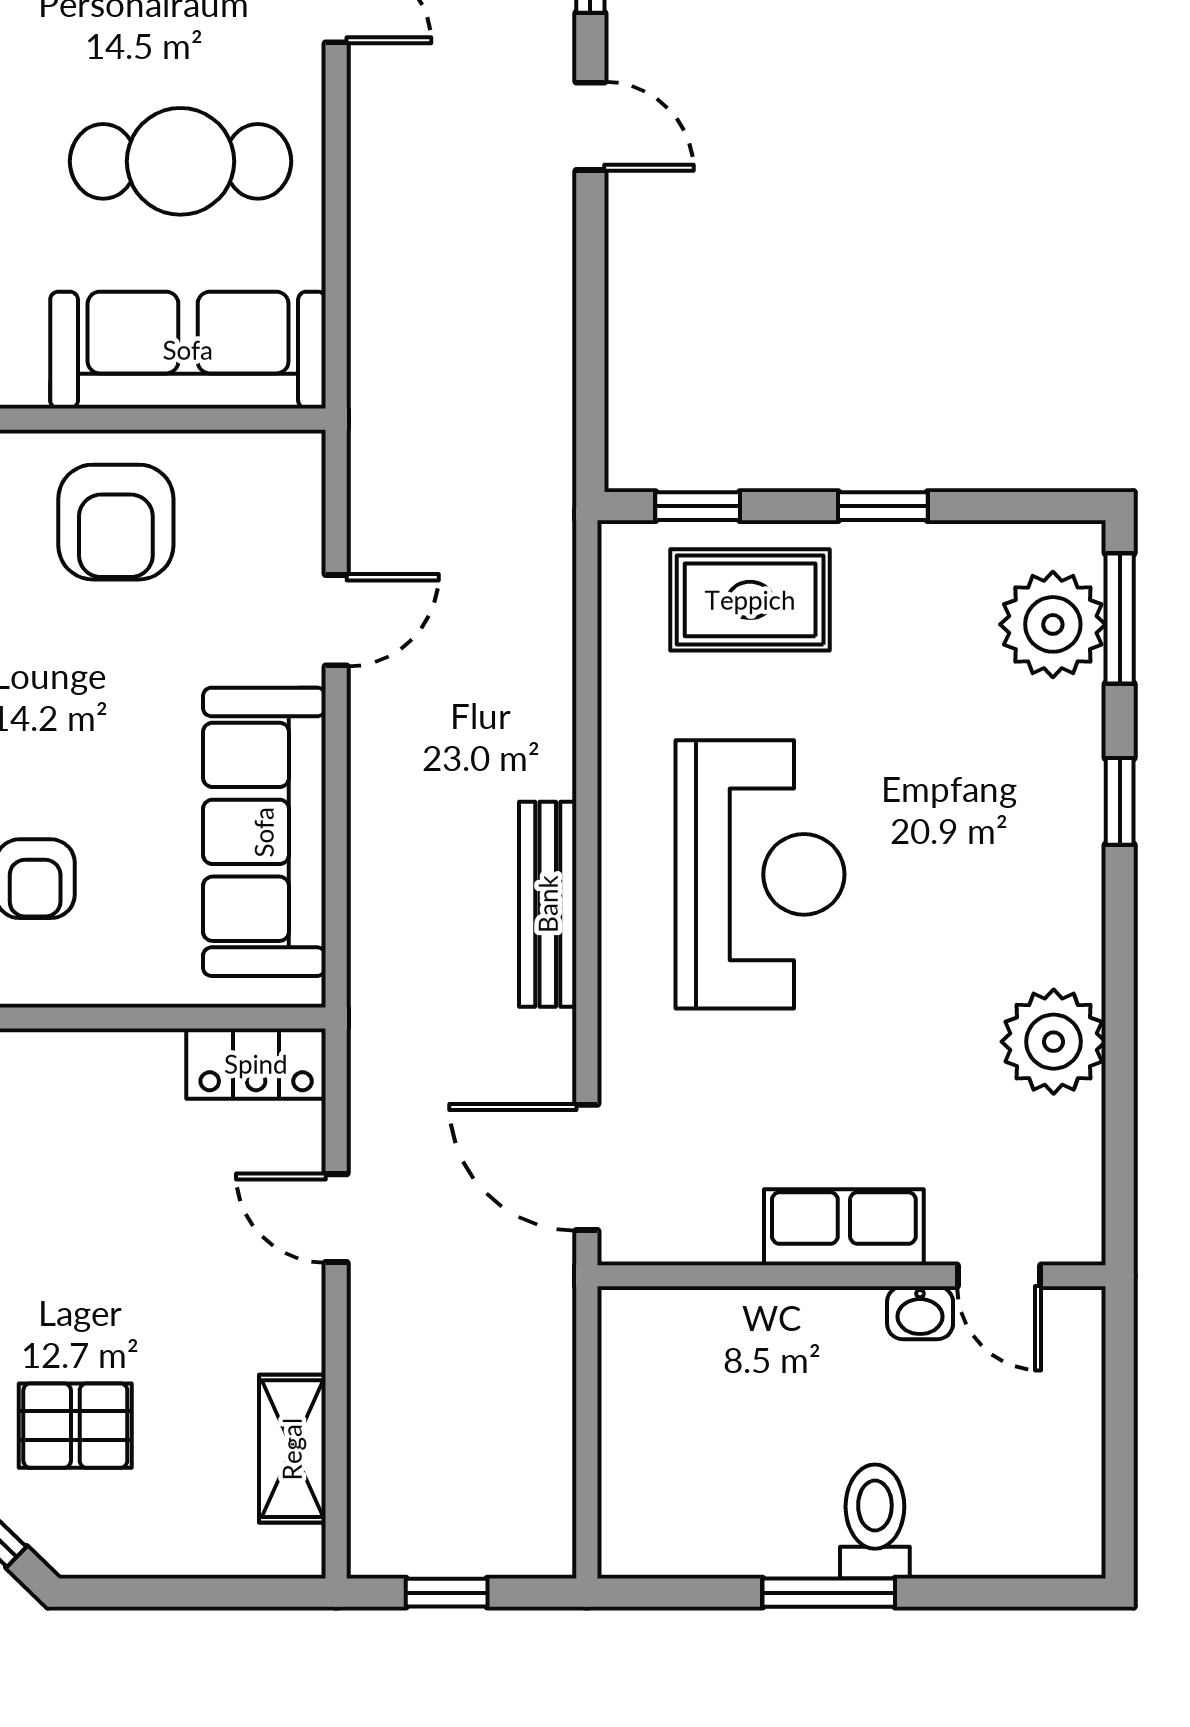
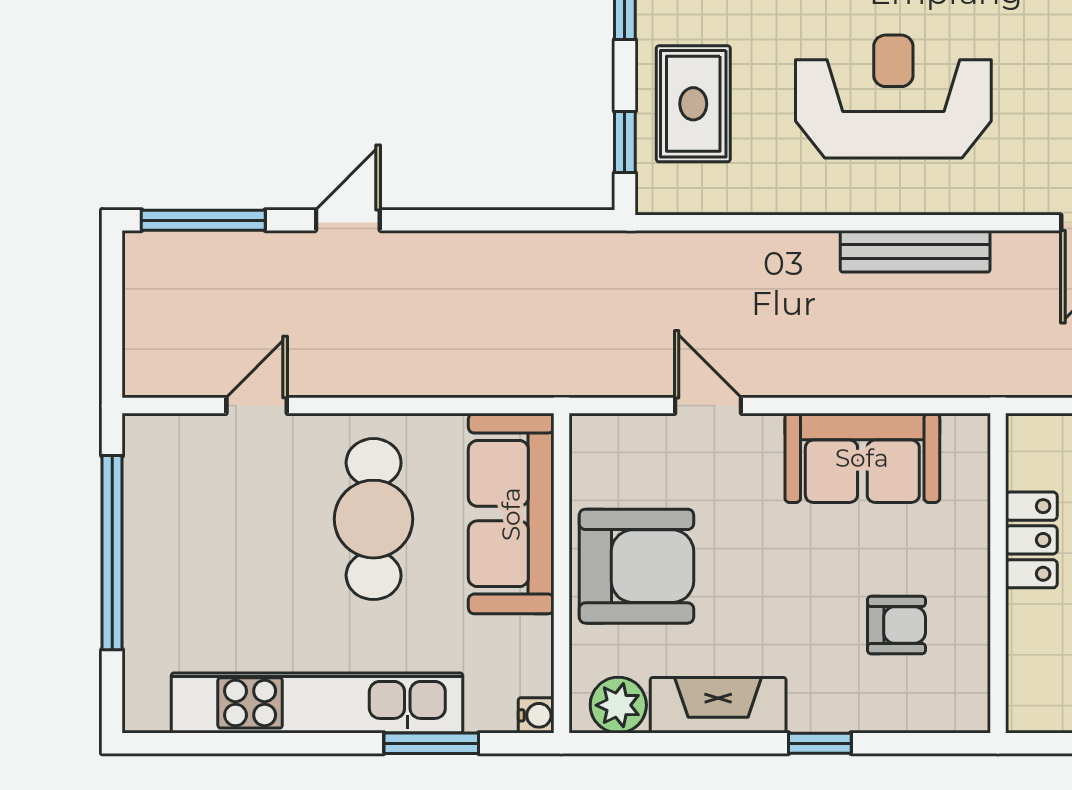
armchair: (116, 522) -> (636, 566), width x1.36, depth x1.36
sofa: (264, 832) -> (862, 458), width x0.73
locker: (256, 1064) -> (1031, 540), moved

